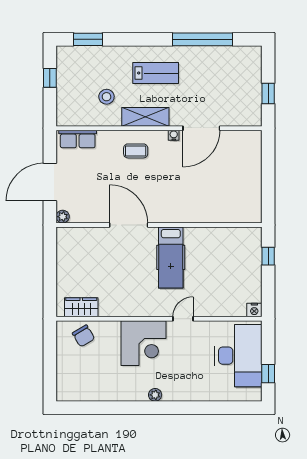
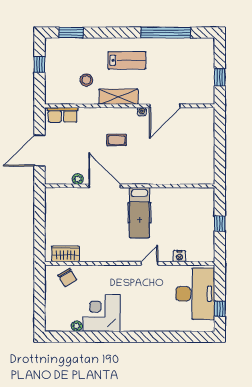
coffee table: (136, 151) -> (117, 140), moved
plant: (63, 217) -> (78, 179), moved
window: (268, 256) -> (220, 224), moved
nightstand: (254, 310) -> (179, 256), moved
corner desk: (143, 343) -> (102, 313), moved, turned 180
plant: (155, 395) -> (77, 326), moved

